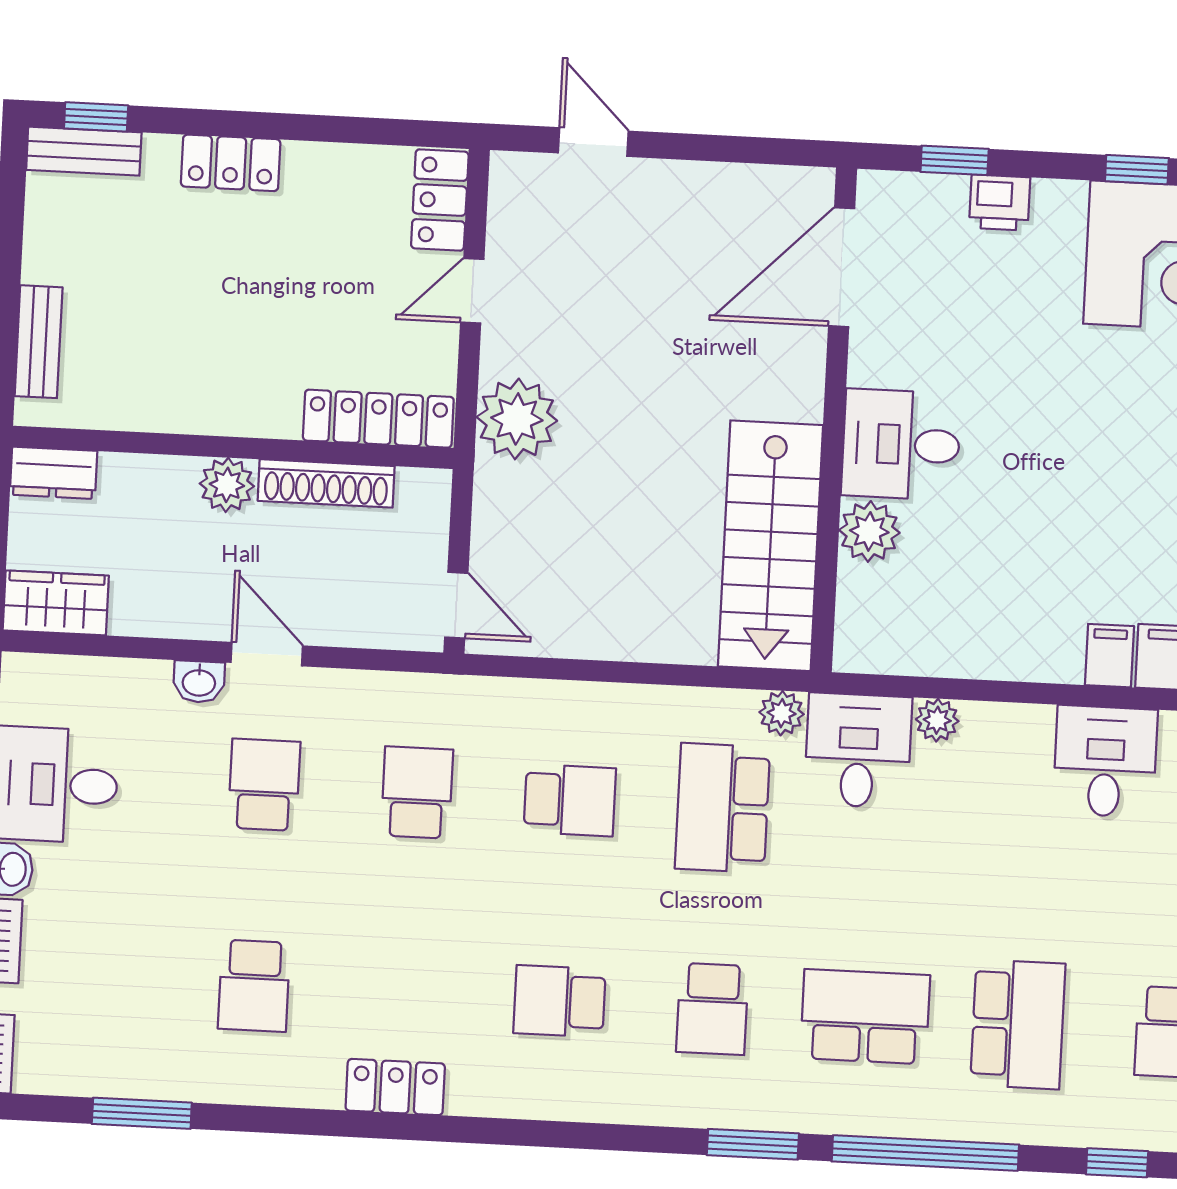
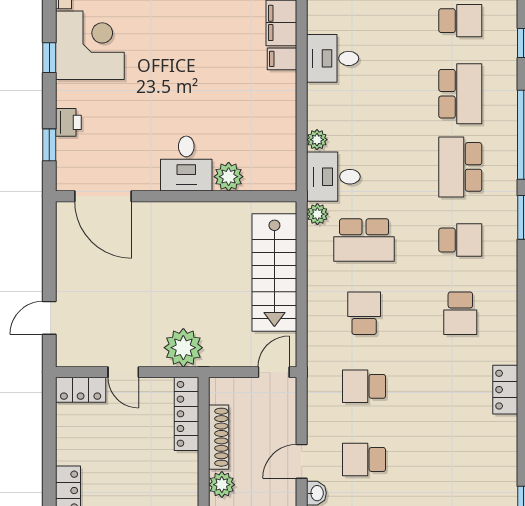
stairs: (770, 546) -> (274, 272), moved, turned 90
school desk: (254, 986) -> (460, 459), removed
school desk: (1018, 1024) -> (460, 94), turned 90

